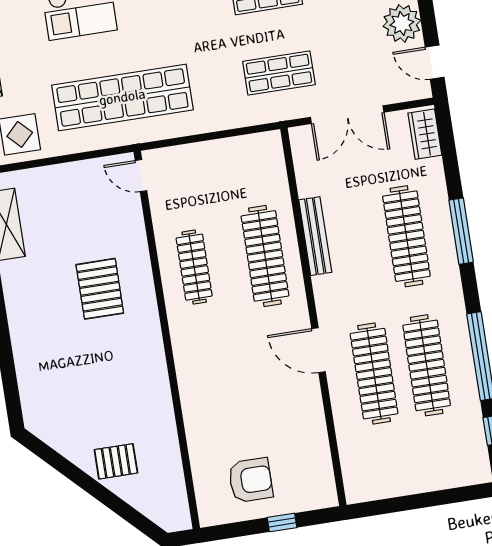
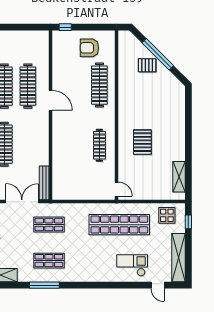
bench: (315, 236) -> (44, 183), moved
clothes rail: (265, 256) -> (99, 85), moved
window: (96, 490) -> (158, 54), added
window: (282, 522) -> (65, 27), moved

